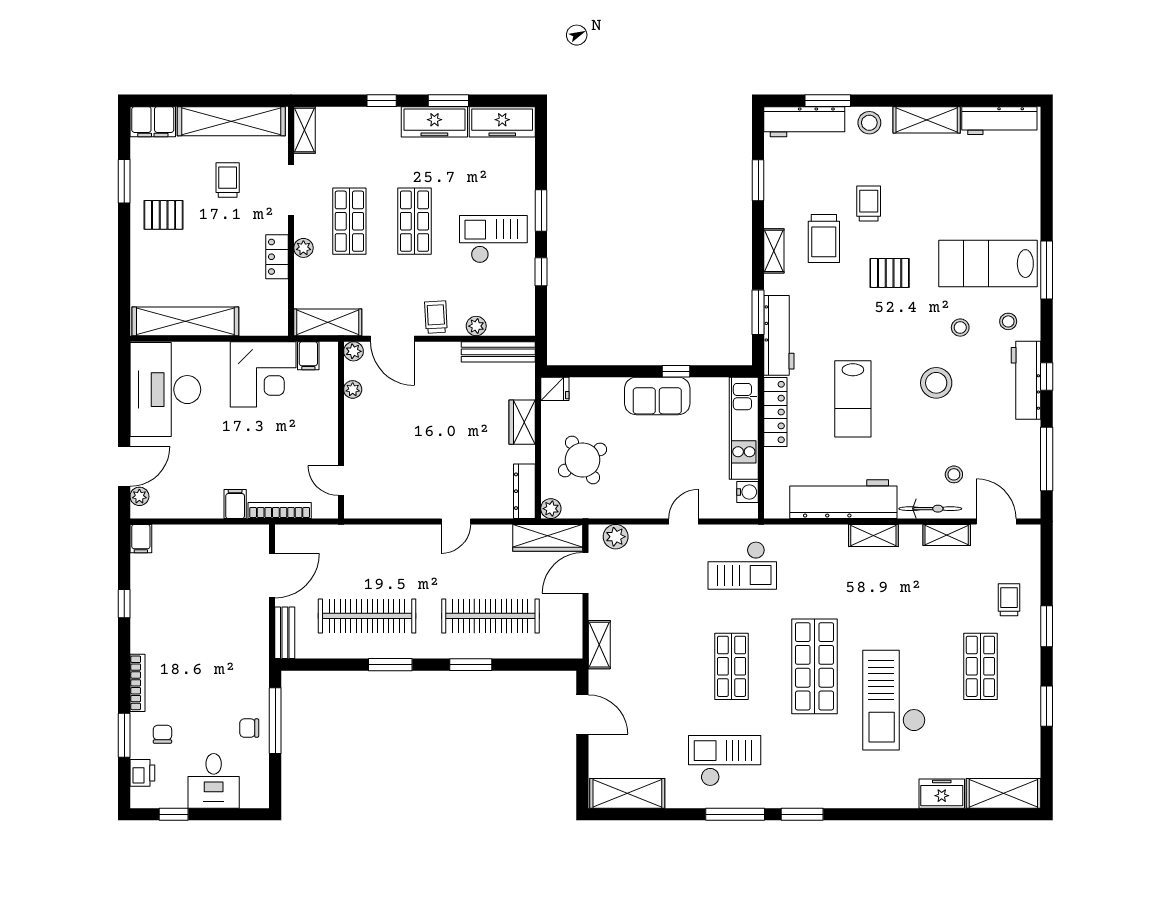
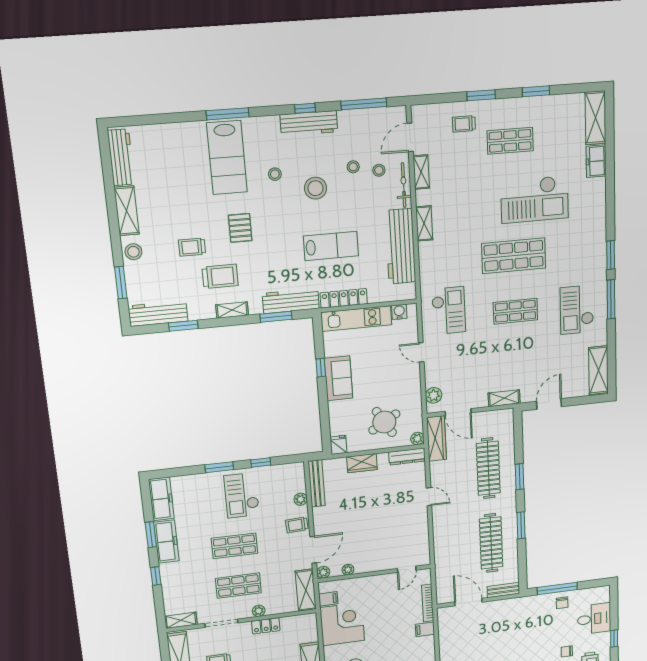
workbench: (804, 122) -> (158, 313), moved, turned -90
stool: (1008, 321) -> (353, 167), moved

